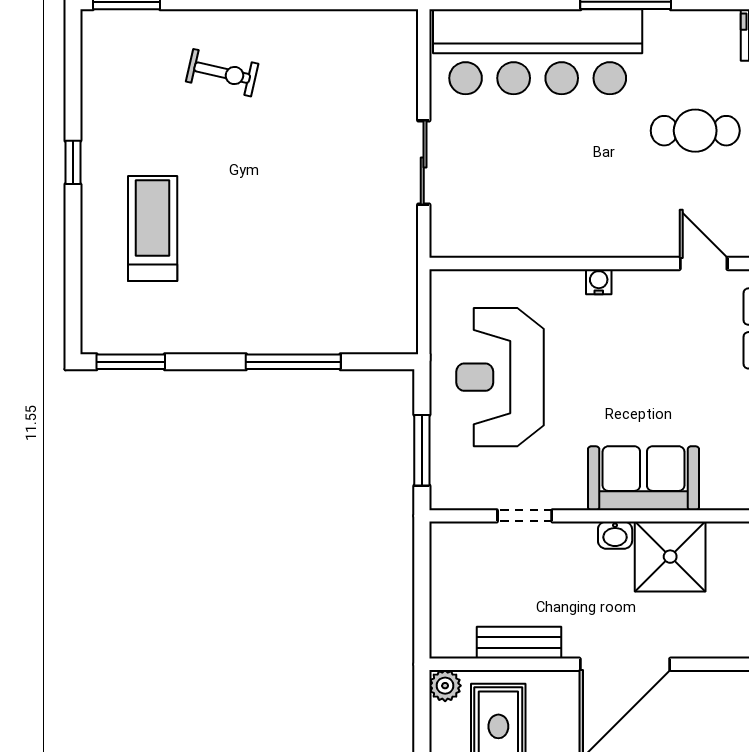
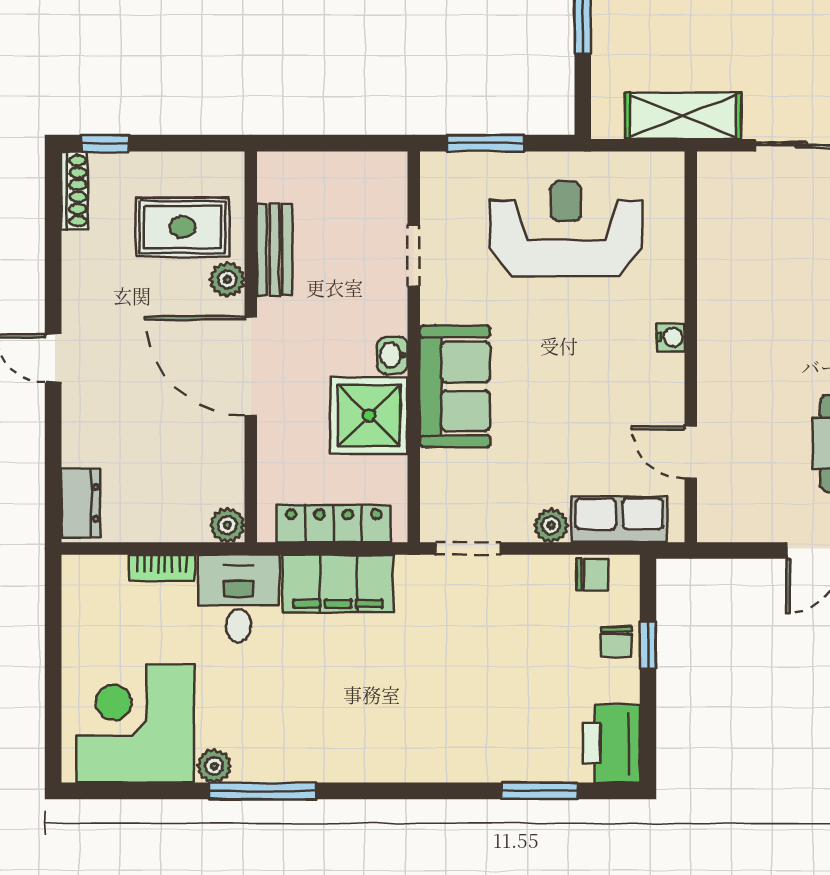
door: (704, 263) -> (691, 452), swing flipped
shelving: (397, 270) -> (683, 116), added
plant: (445, 686) -> (227, 279), moved

